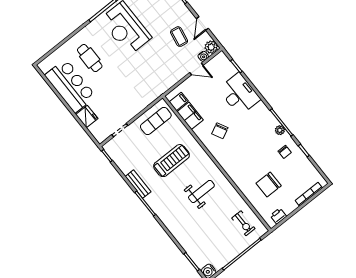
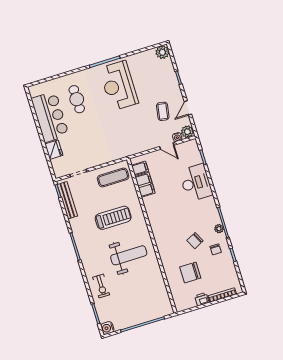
chair: (220, 131) -> (195, 241), moved
bench: (138, 184) -> (67, 200), moved, width x1.36
weight bench: (201, 191) -> (129, 255), width x1.36, depth x1.33
printer: (278, 216) -> (202, 299), moved
exercise bike: (243, 223) -> (101, 286), moved

